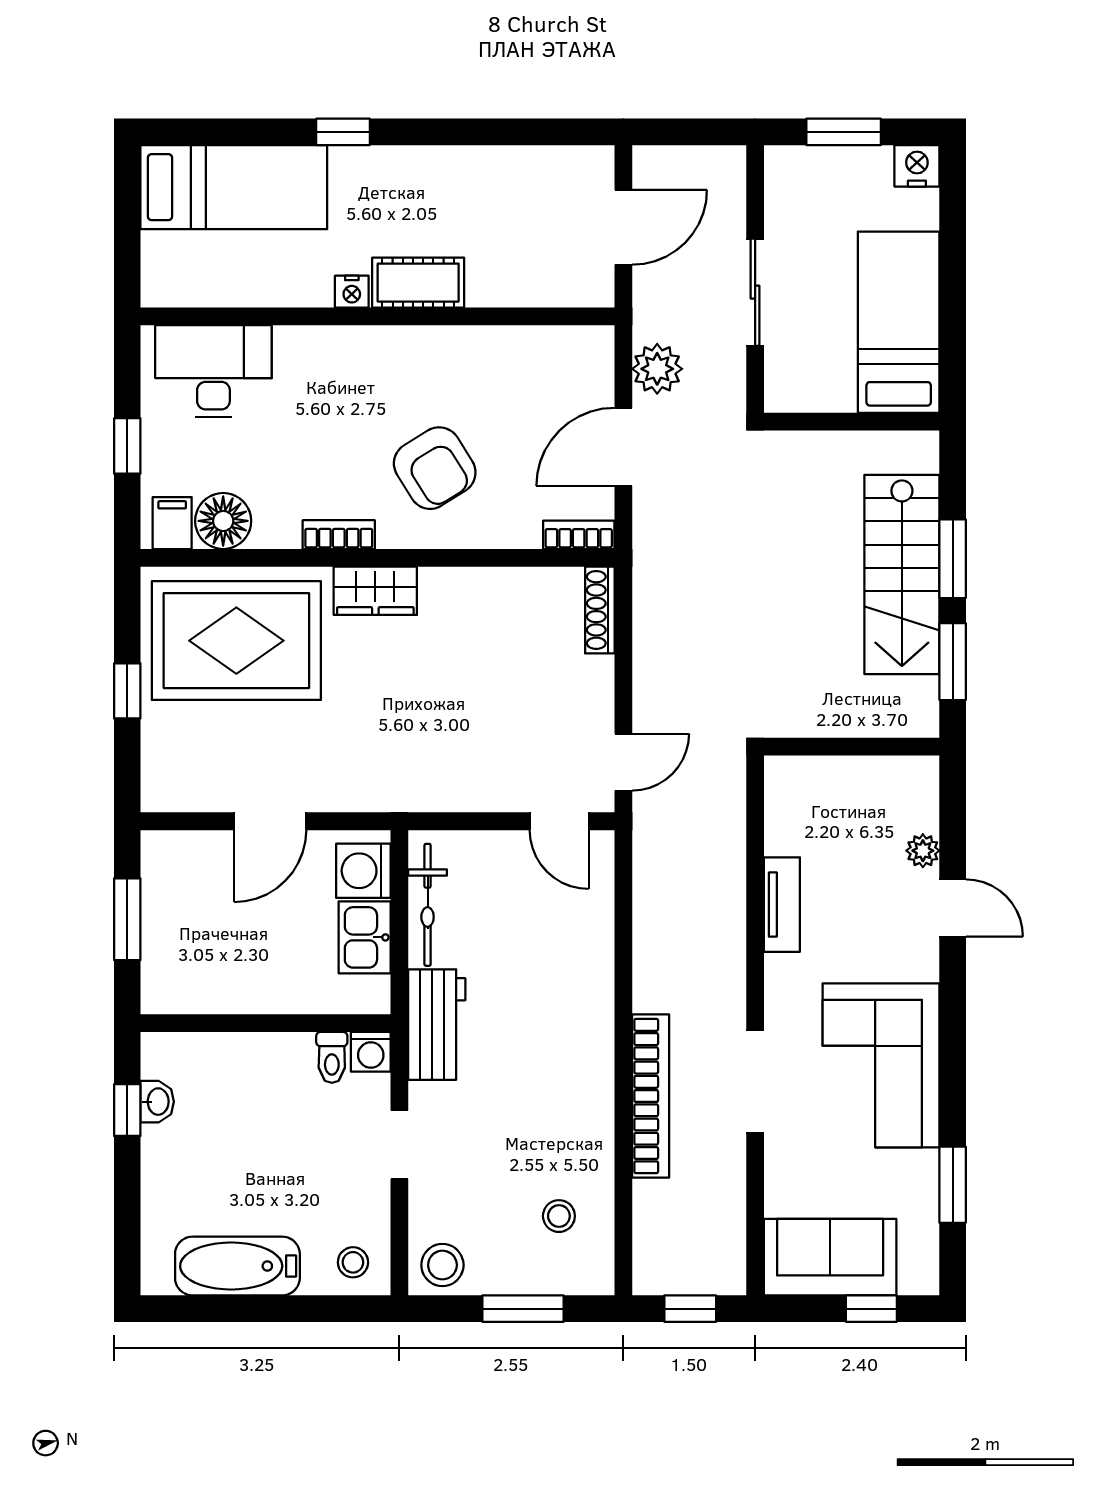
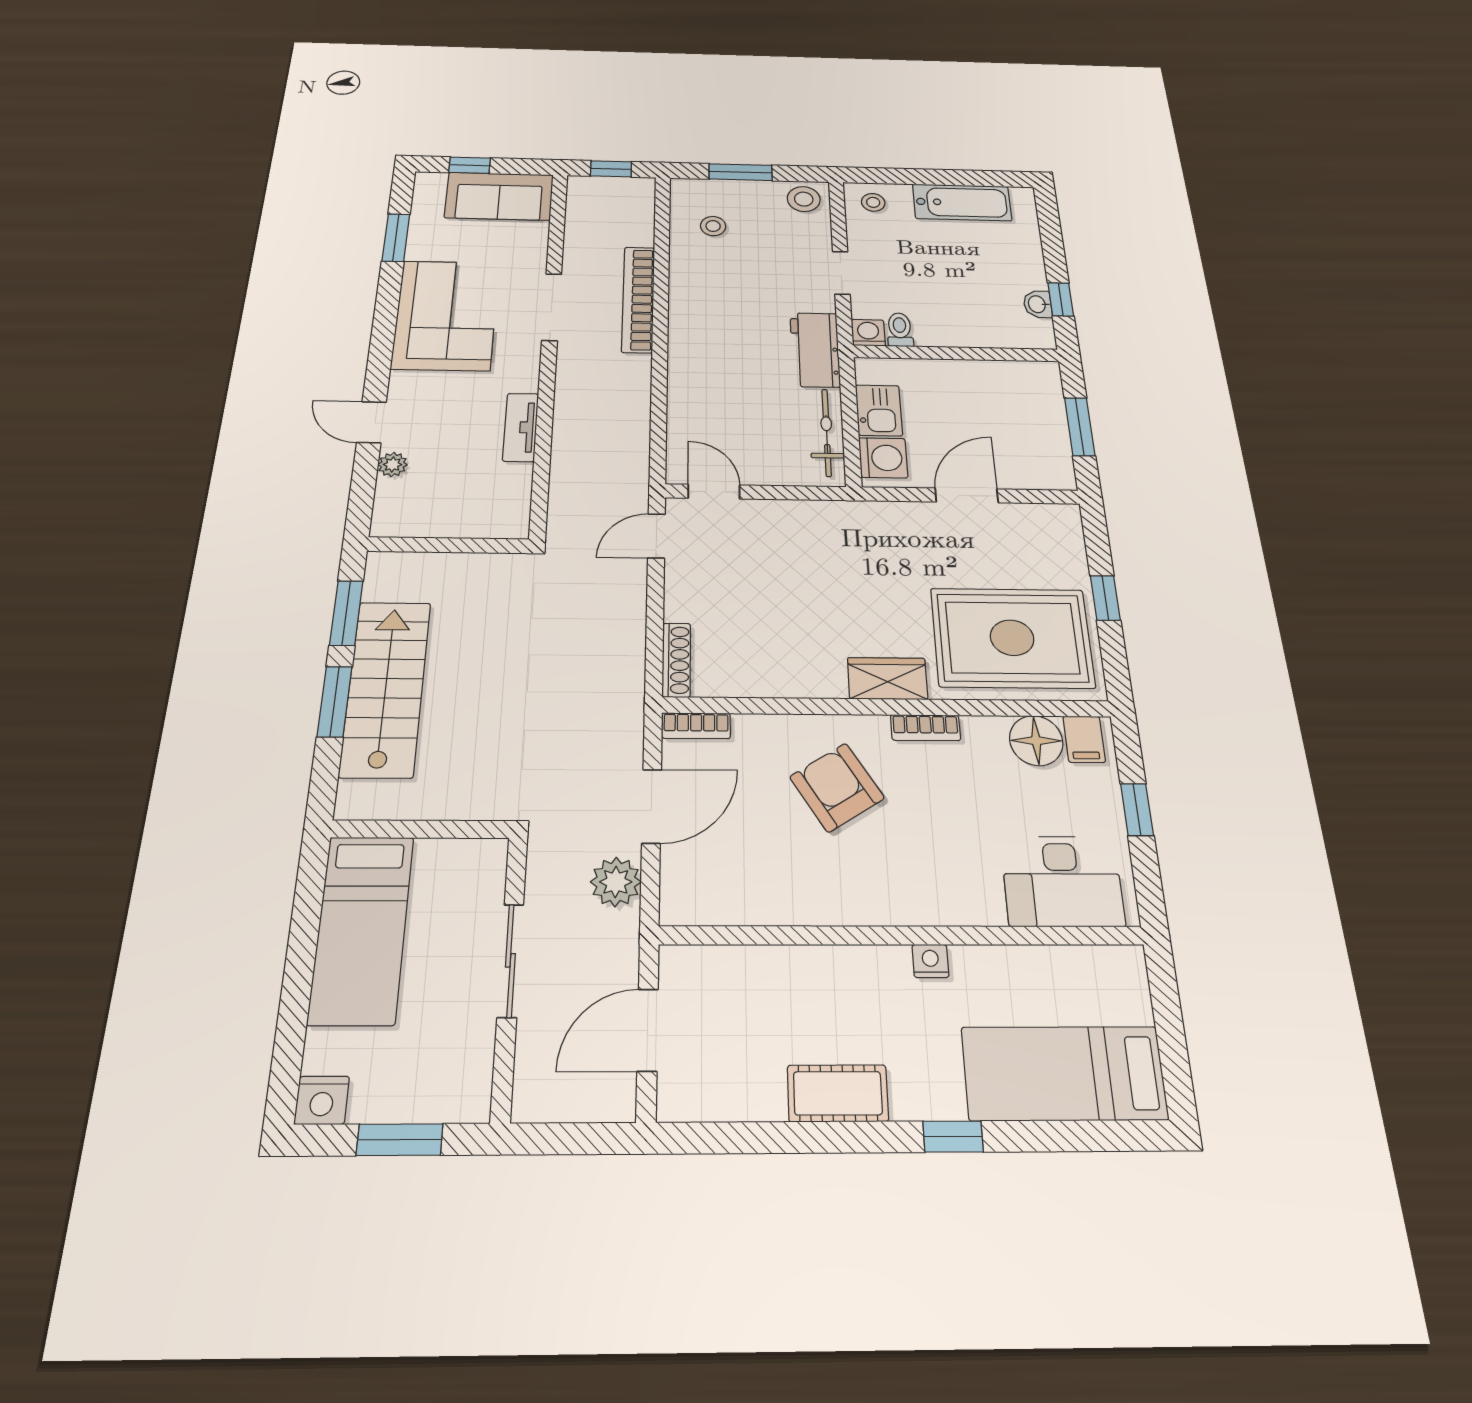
cot: (418, 283) -> (838, 1093), moved

